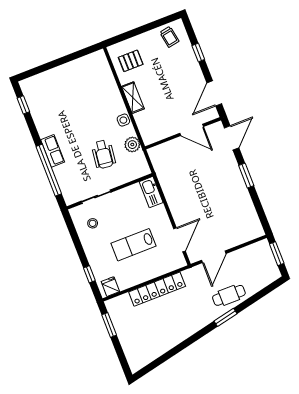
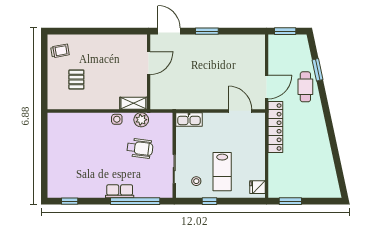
window: (198, 53) -> (83, 31), removed
pallet: (131, 61) -> (76, 79), moved
door: (214, 93) -> (124, 31), removed
shelving: (133, 98) -> (133, 103), moved
lab bench: (133, 245) -> (222, 172), moved
door: (214, 257) -> (267, 87), hinge flipped
window: (89, 274) -> (209, 201), moved
locker: (157, 289) -> (275, 127), moved
window: (226, 317) -> (318, 70), moved

